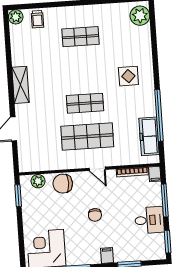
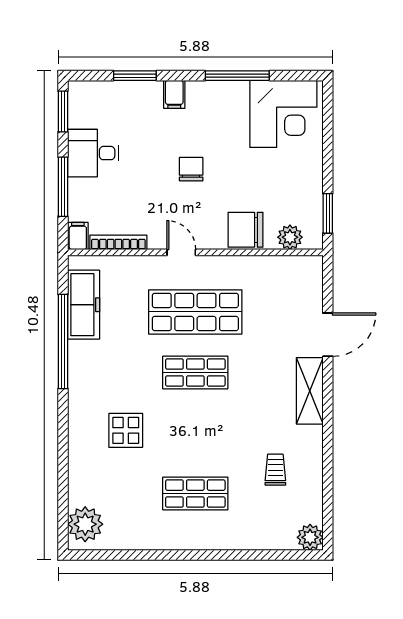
trolley: (37, 19) -> (275, 470), moved
display table: (128, 76) -> (126, 430), moved
shelving: (20, 85) -> (310, 391), moved
chair: (63, 184) -> (246, 230), turned 180

